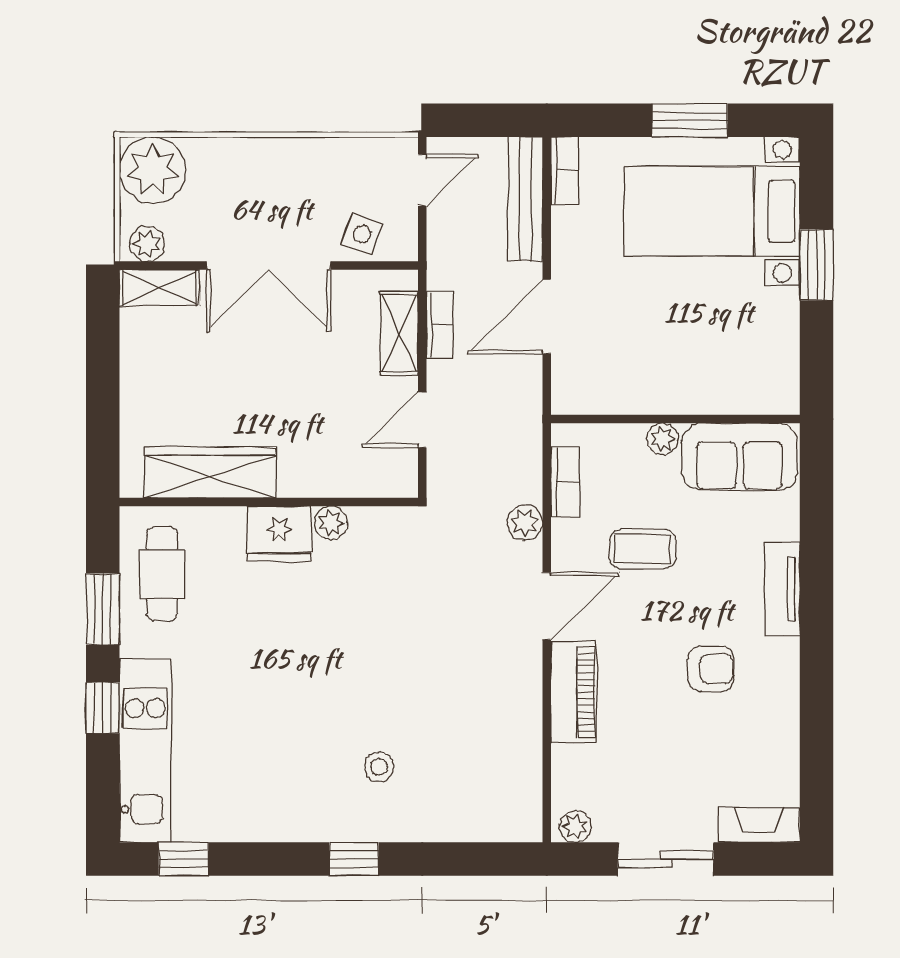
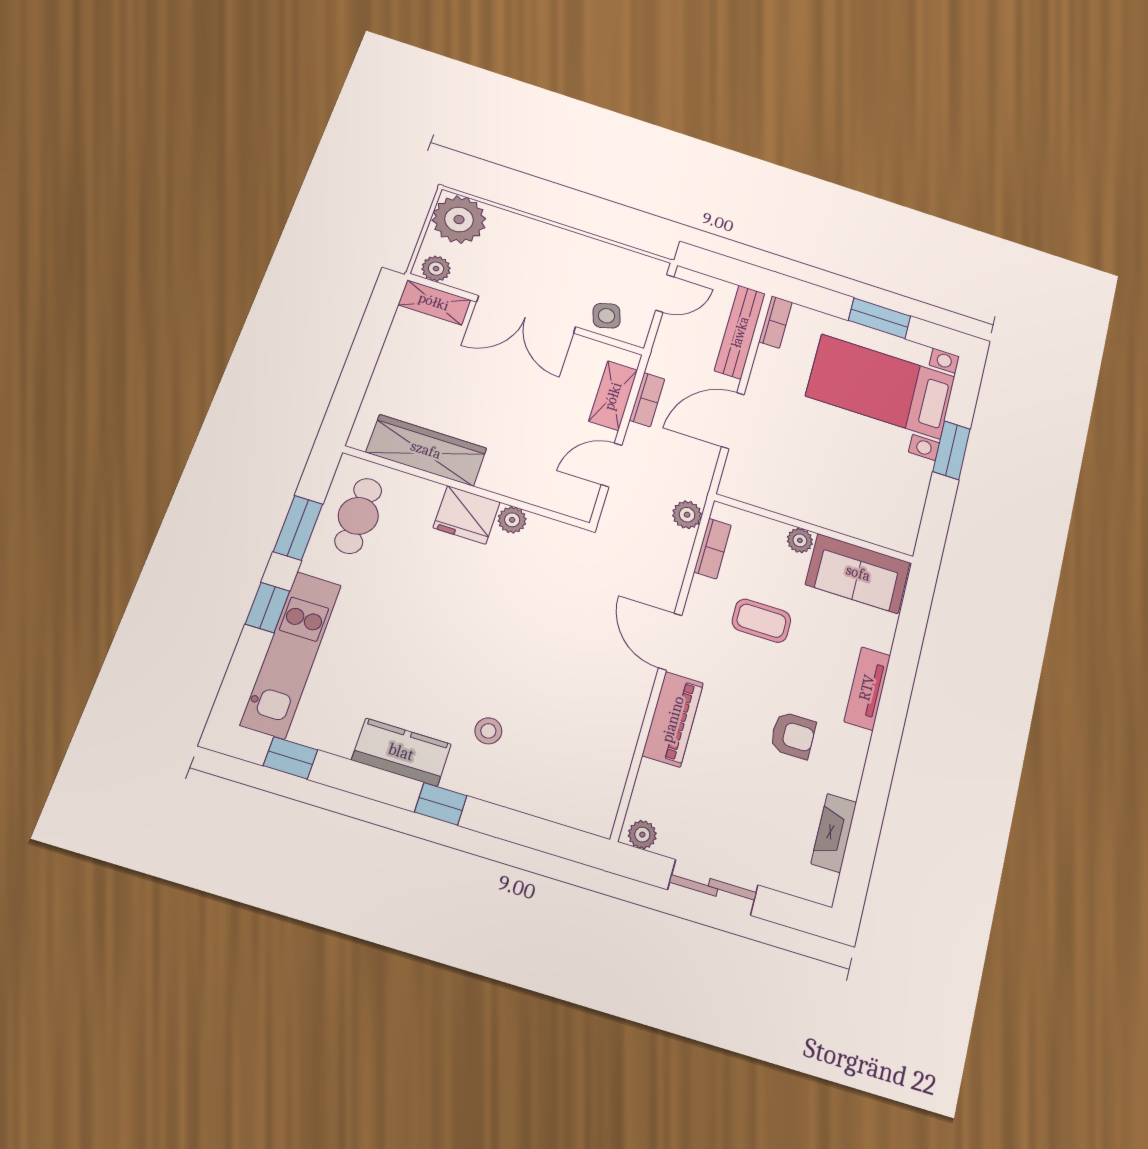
side table: (362, 234) -> (607, 316), turned -37
plant: (525, 523) -> (687, 515), moved
door: (547, 606) -> (670, 642), swing flipped
kitchen counter: (295, 818) -> (401, 752), added
fireplace: (759, 825) -> (834, 833), moved, turned -90

